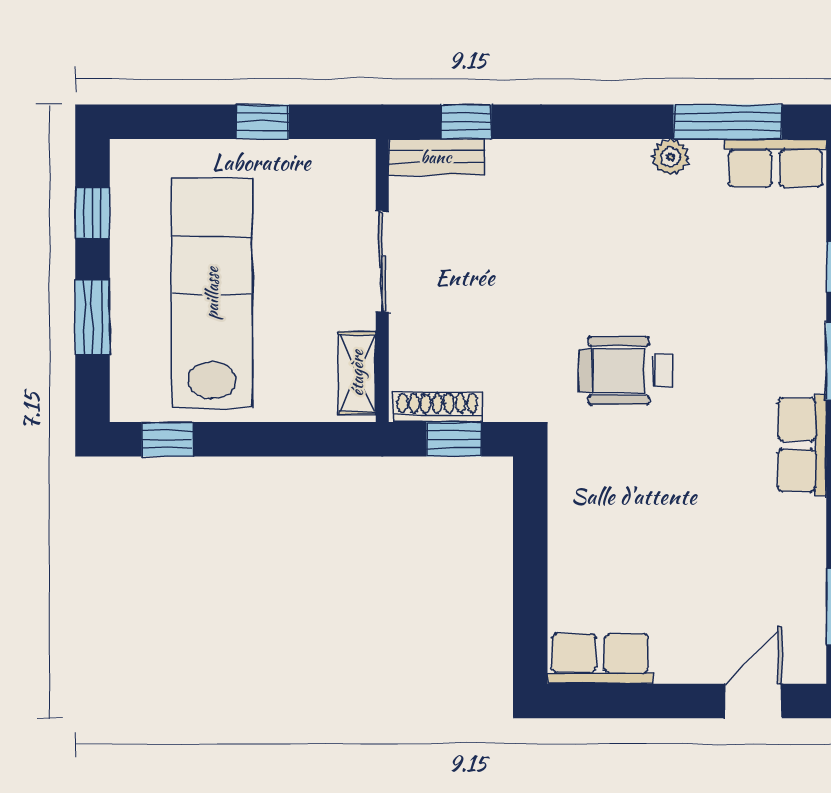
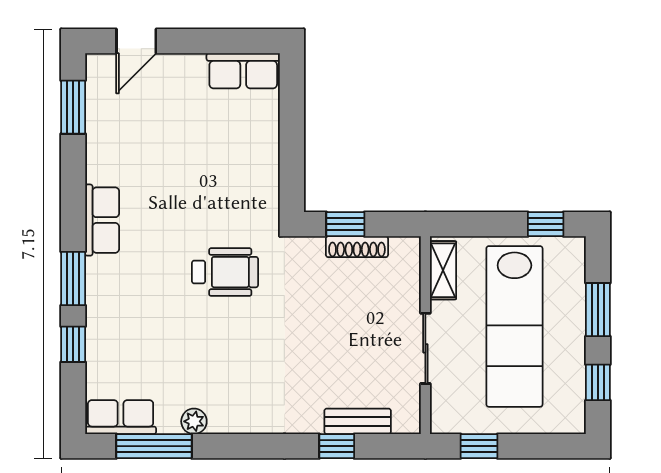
sliding door: (382, 261) -> (425, 348), moved
wall: (382, 280) -> (425, 335), moved
shelving: (357, 373) -> (443, 270), moved

